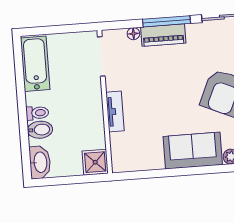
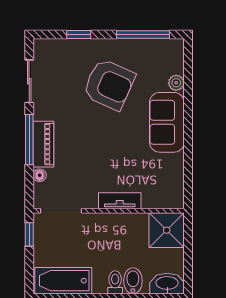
window: (77, 28) -> (29, 234), added
shower: (95, 162) -> (167, 230), width x1.36, depth x1.36

